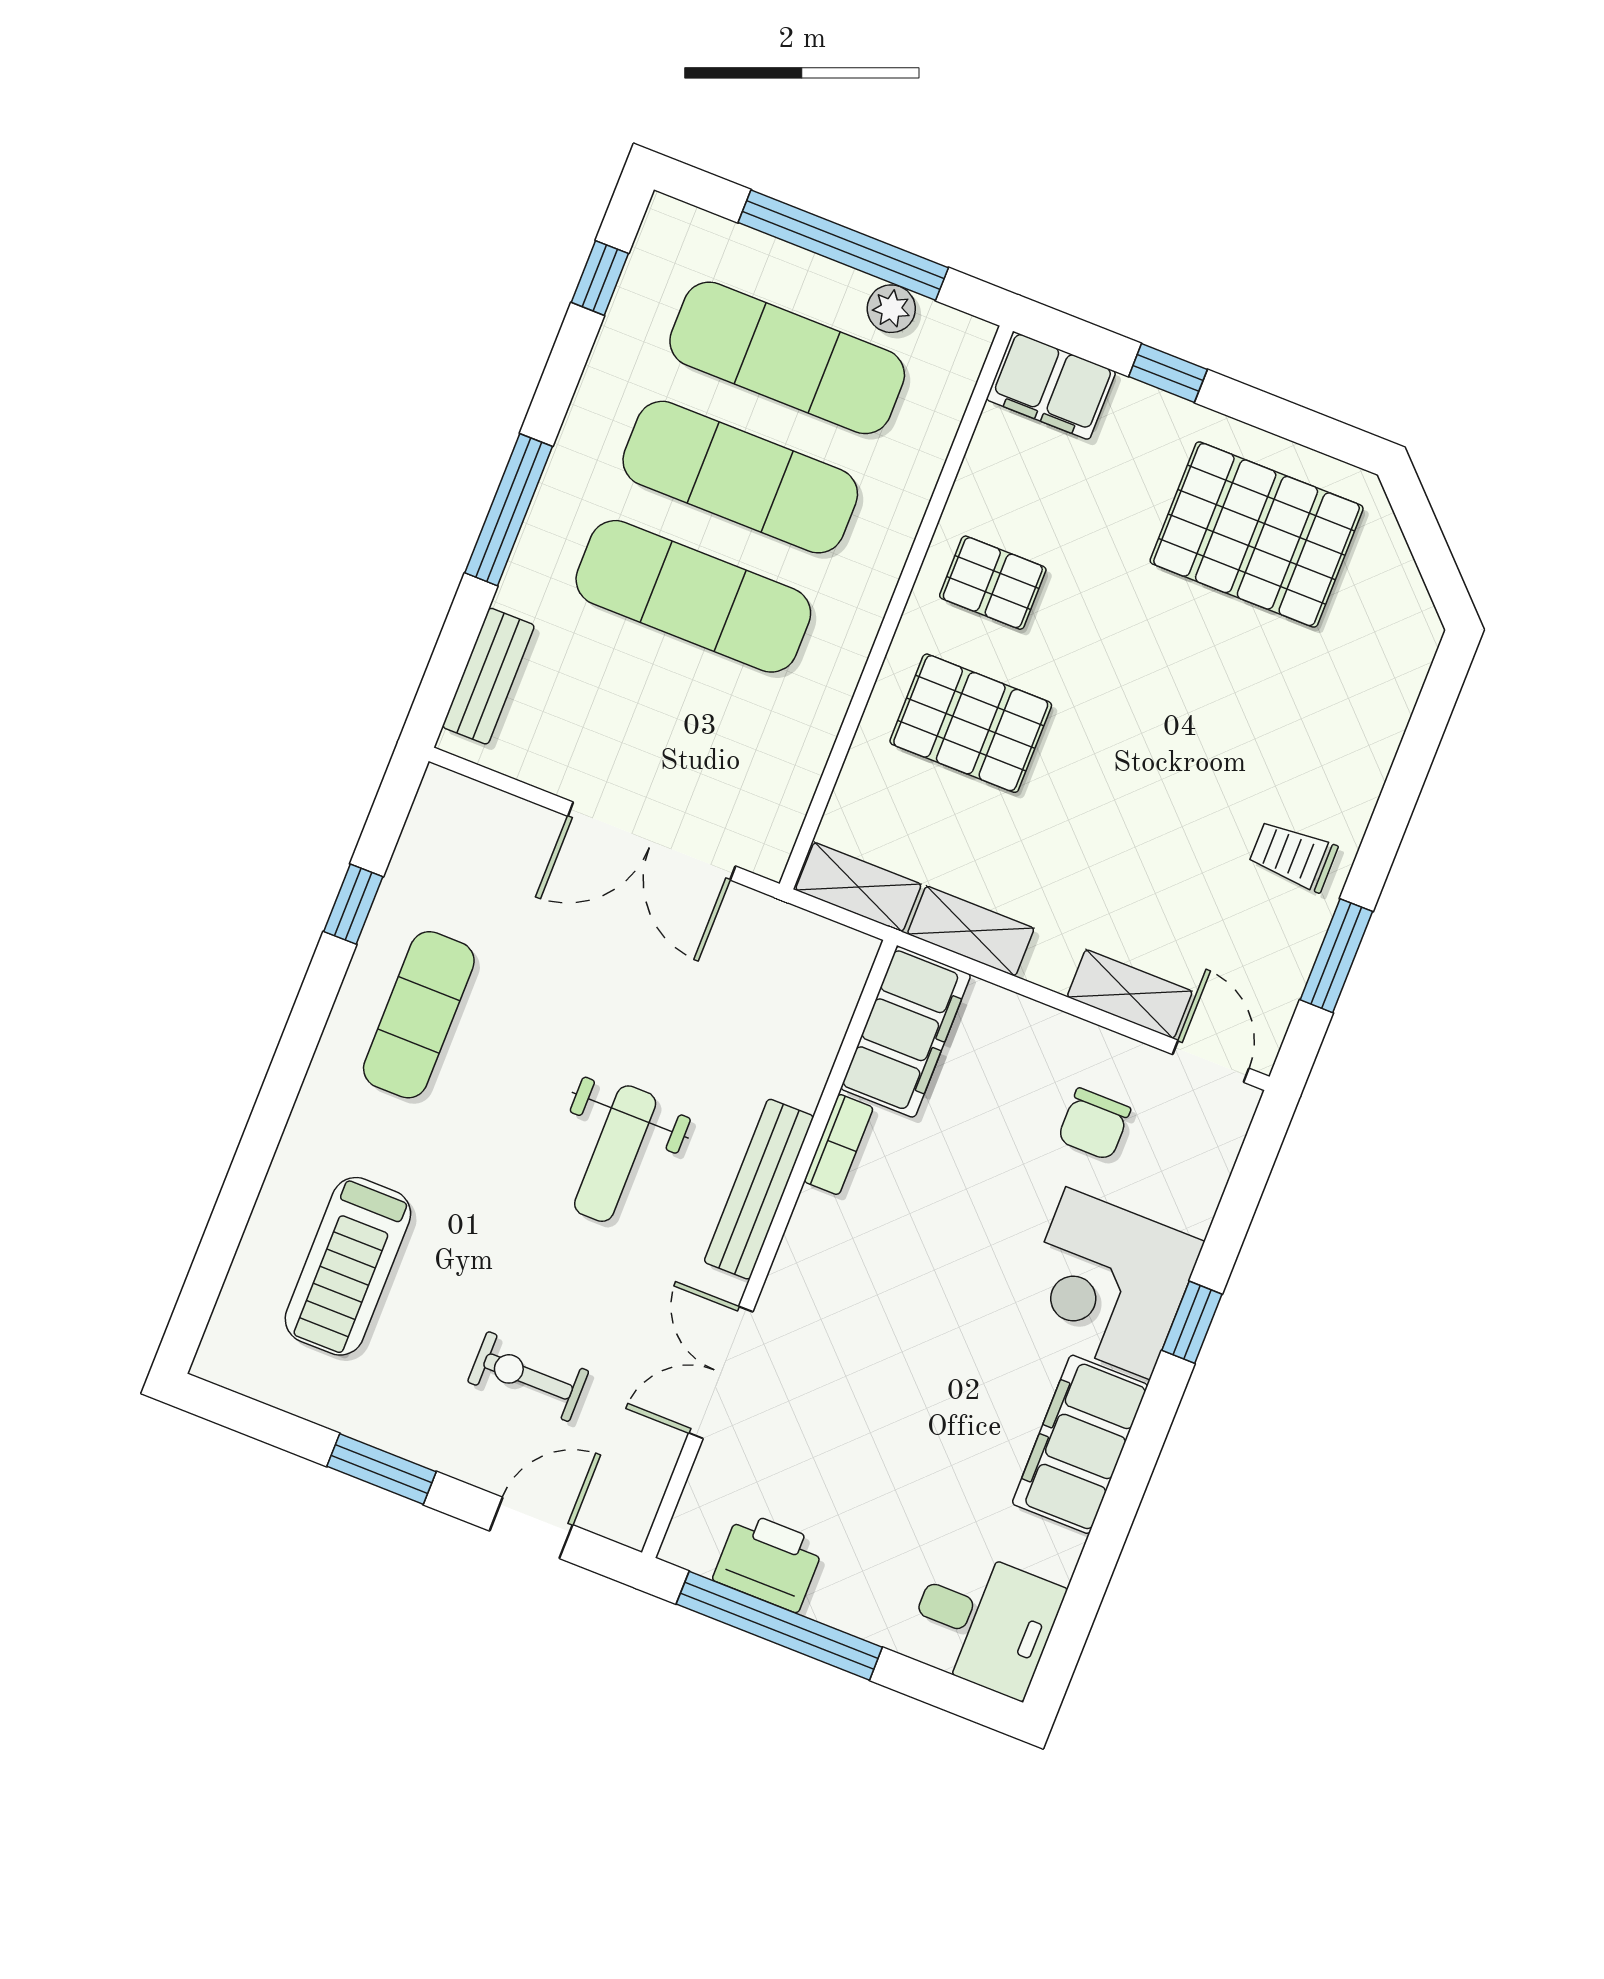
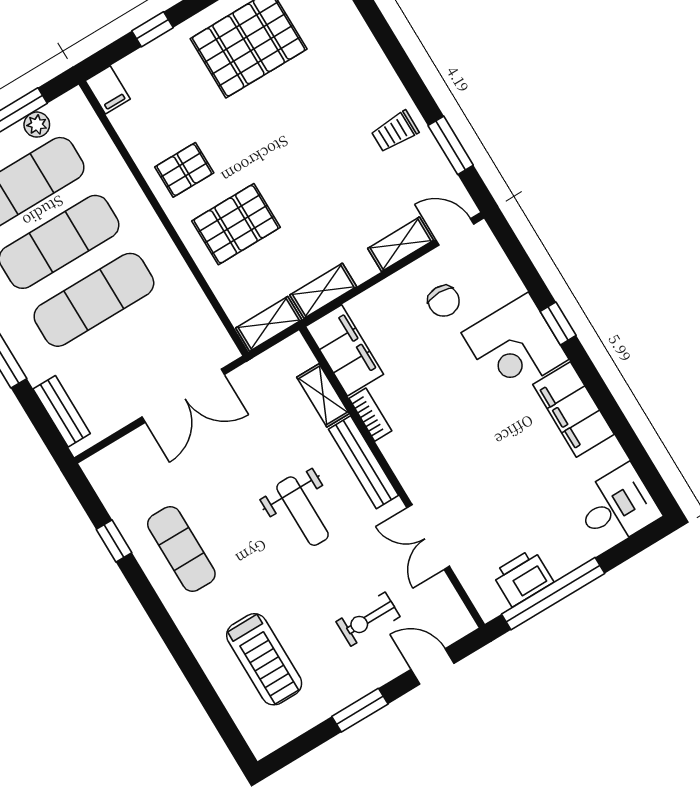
filing cabinet: (1051, 386) -> (108, 90), width x0.50
shelving: (813, 1051) -> (323, 395), added
door: (531, 1528) -> (432, 666), hinge flipped

